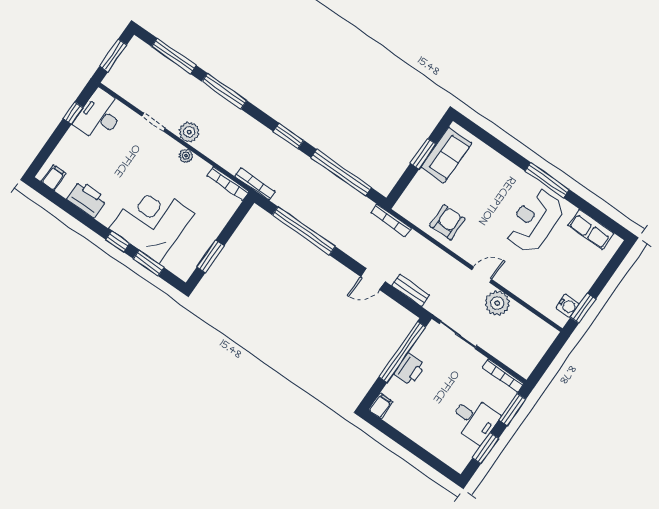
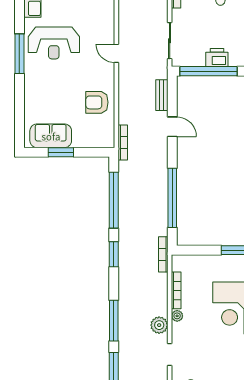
bookcase: (228, 184) -> (176, 290), moved
plant: (497, 303) -> (129, 29), removed

